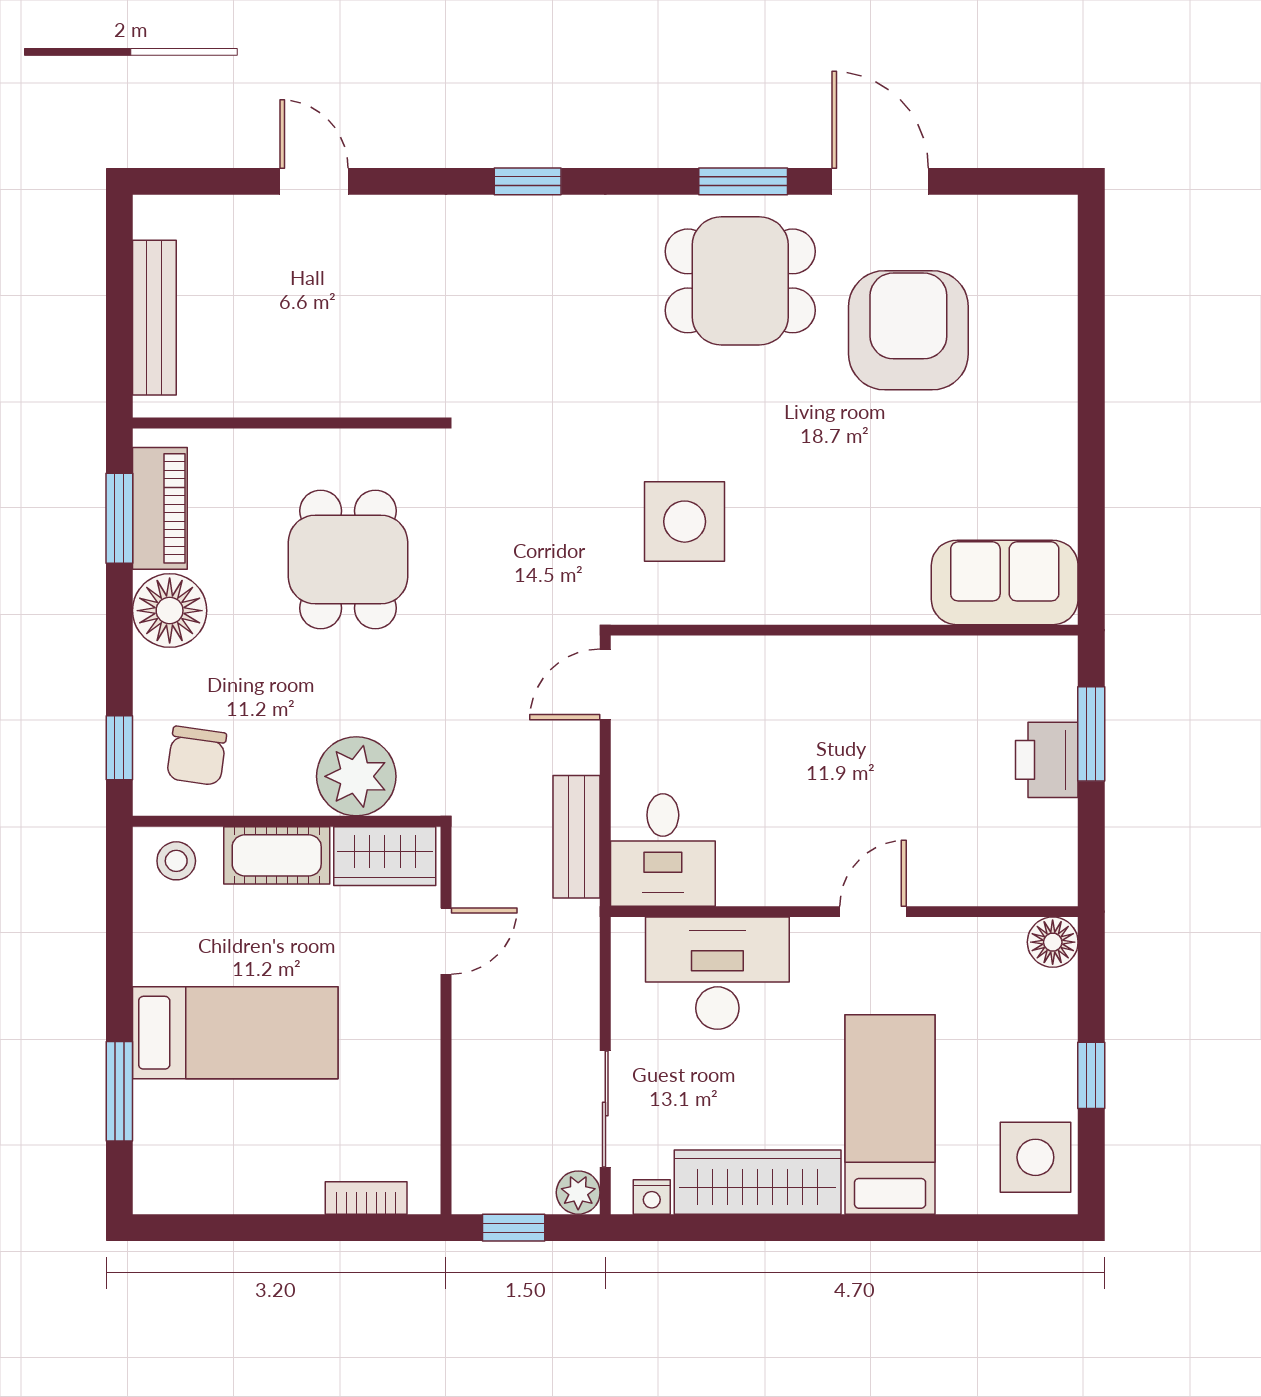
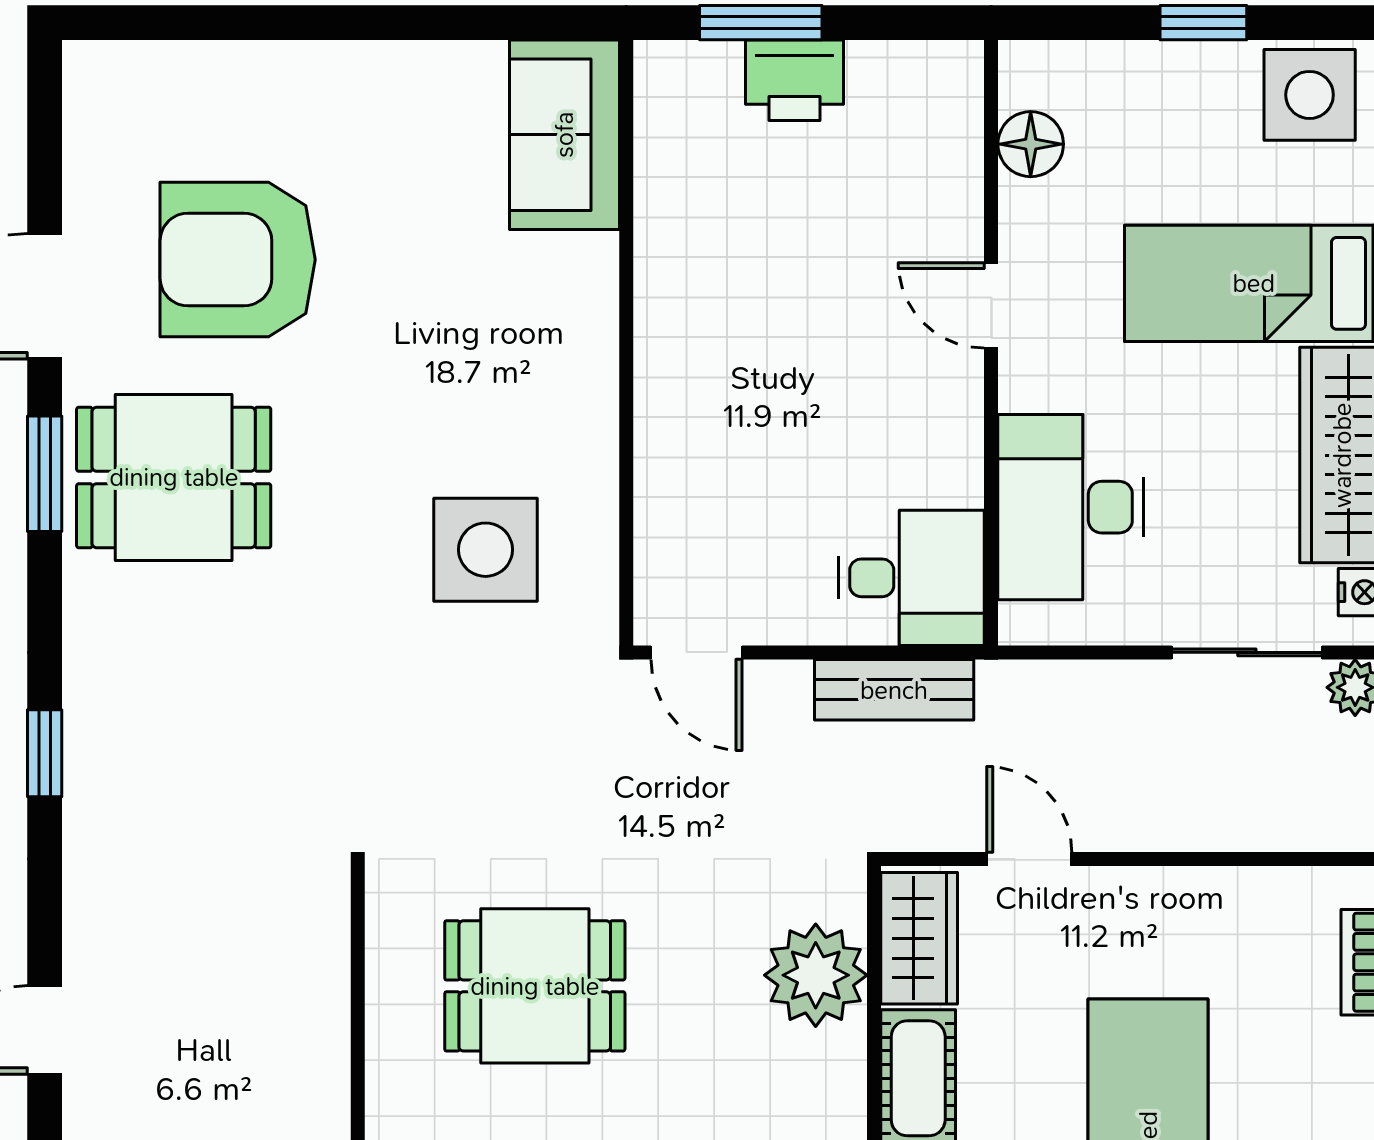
dining table: (740, 281) -> (174, 477), turned 90
floor lamp: (1053, 942) -> (1031, 144), moved

